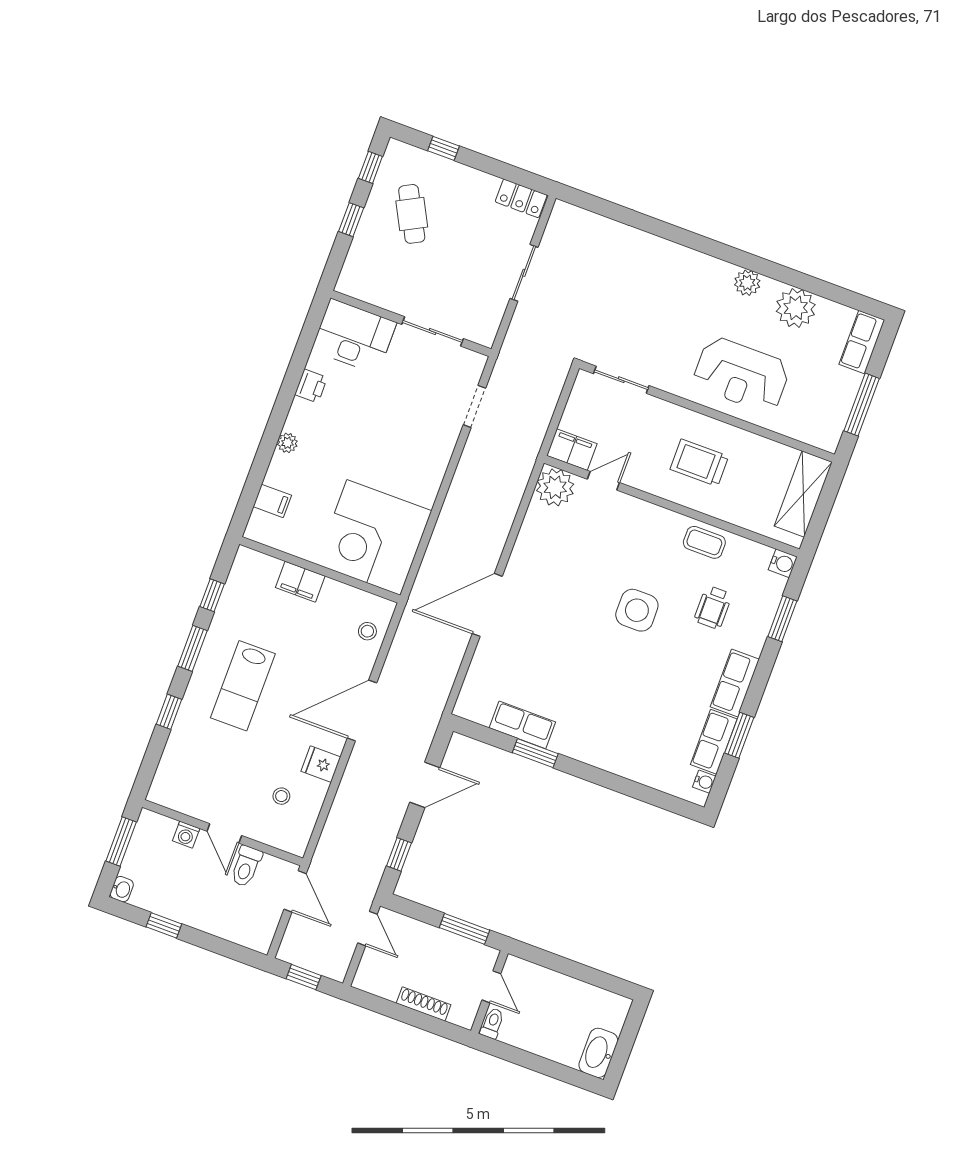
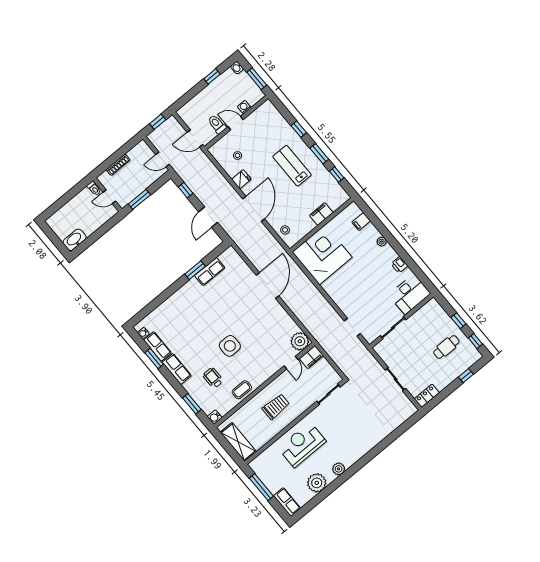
cafe table: (412, 214) -> (446, 347), turned -62
washbasin: (598, 1053) -> (75, 240), moved, turned -90

